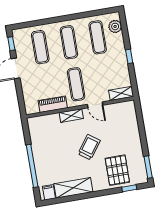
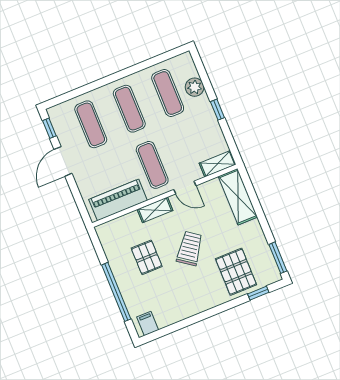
plant: (115, 26) -> (195, 87), moved
piano: (53, 104) -> (118, 200), width x1.37, depth x1.33
pallet: (58, 147) -> (147, 257), added
shelving: (73, 188) -> (238, 197), moved, turned 90

